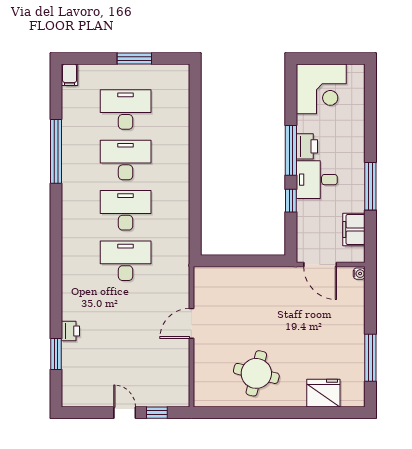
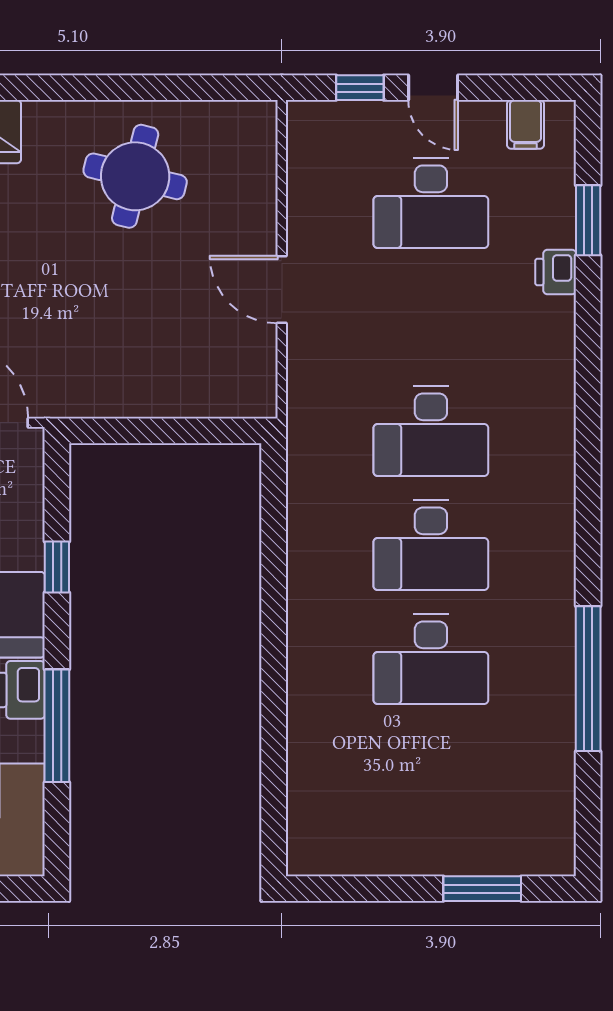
window: (134, 59) -> (482, 889), moved
filing cabinet: (70, 75) -> (526, 124), moved, turned 180
desk: (126, 110) -> (431, 203), moved
window: (291, 150) -> (57, 726), moved
door: (191, 323) -> (282, 290), swing flipped

